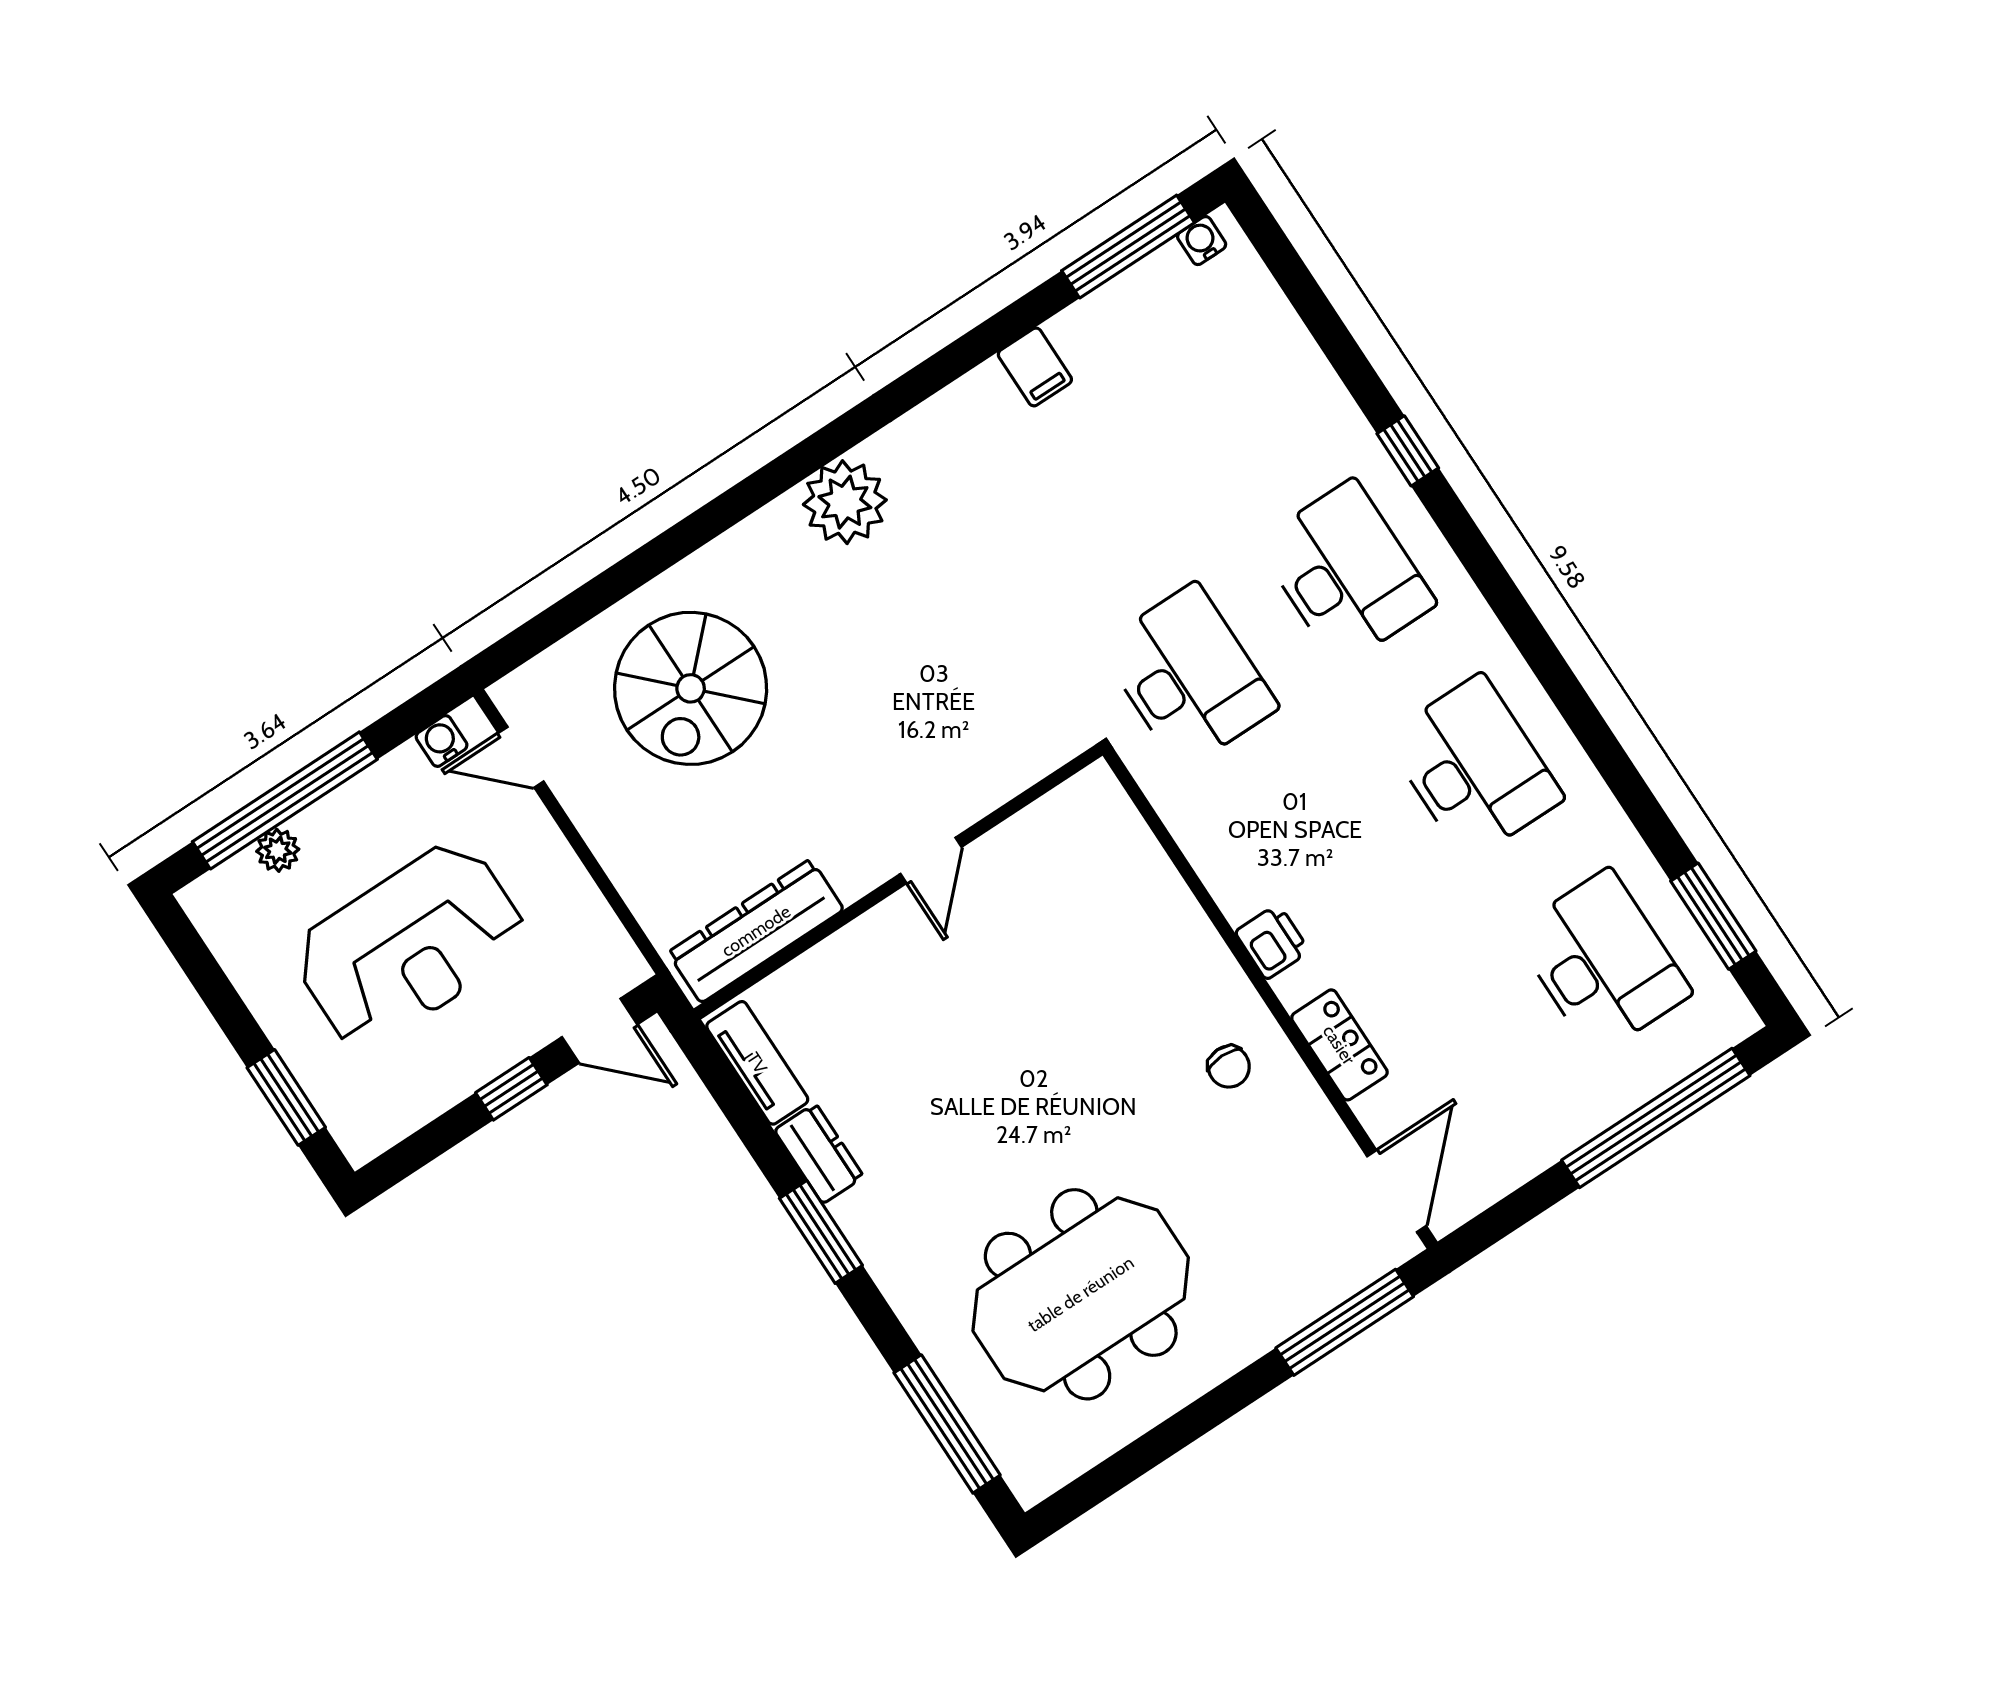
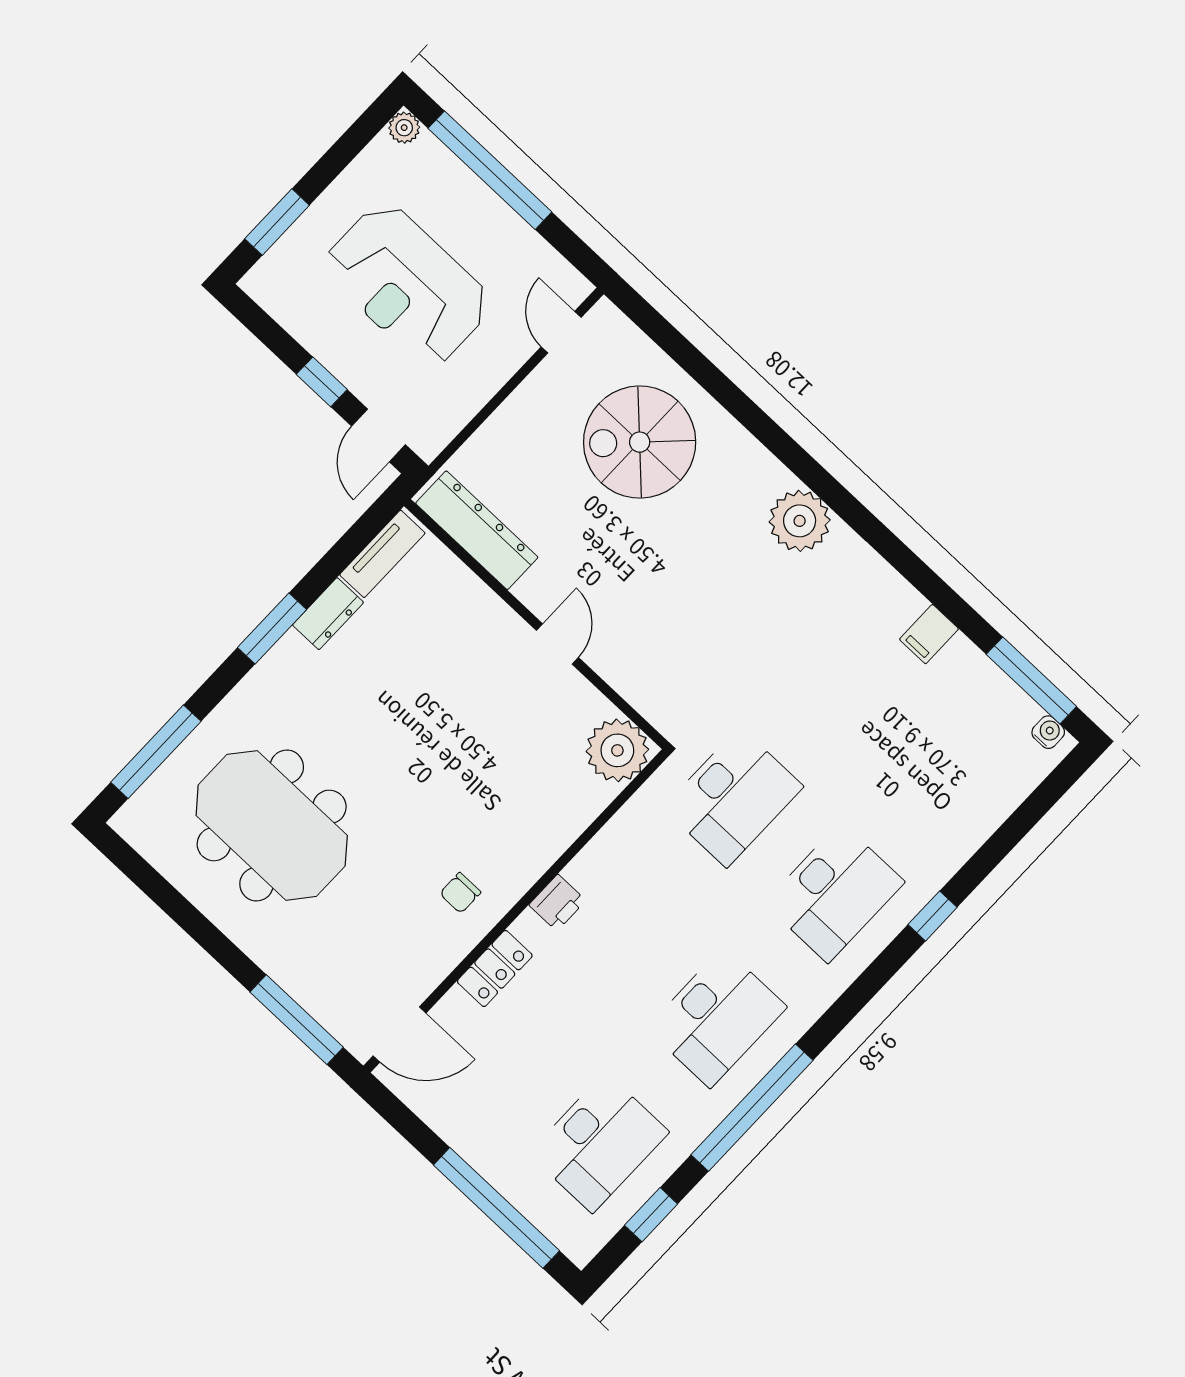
water cooler: (442, 741) -> (559, 272), removed
window: (1604, 749) -> (752, 1108), added
plant: (1090, 815) -> (617, 750), added
plant: (278, 850) -> (404, 128), moved
door: (931, 860) -> (557, 644), swing flipped
window: (1713, 916) -> (651, 1215), width x0.67

